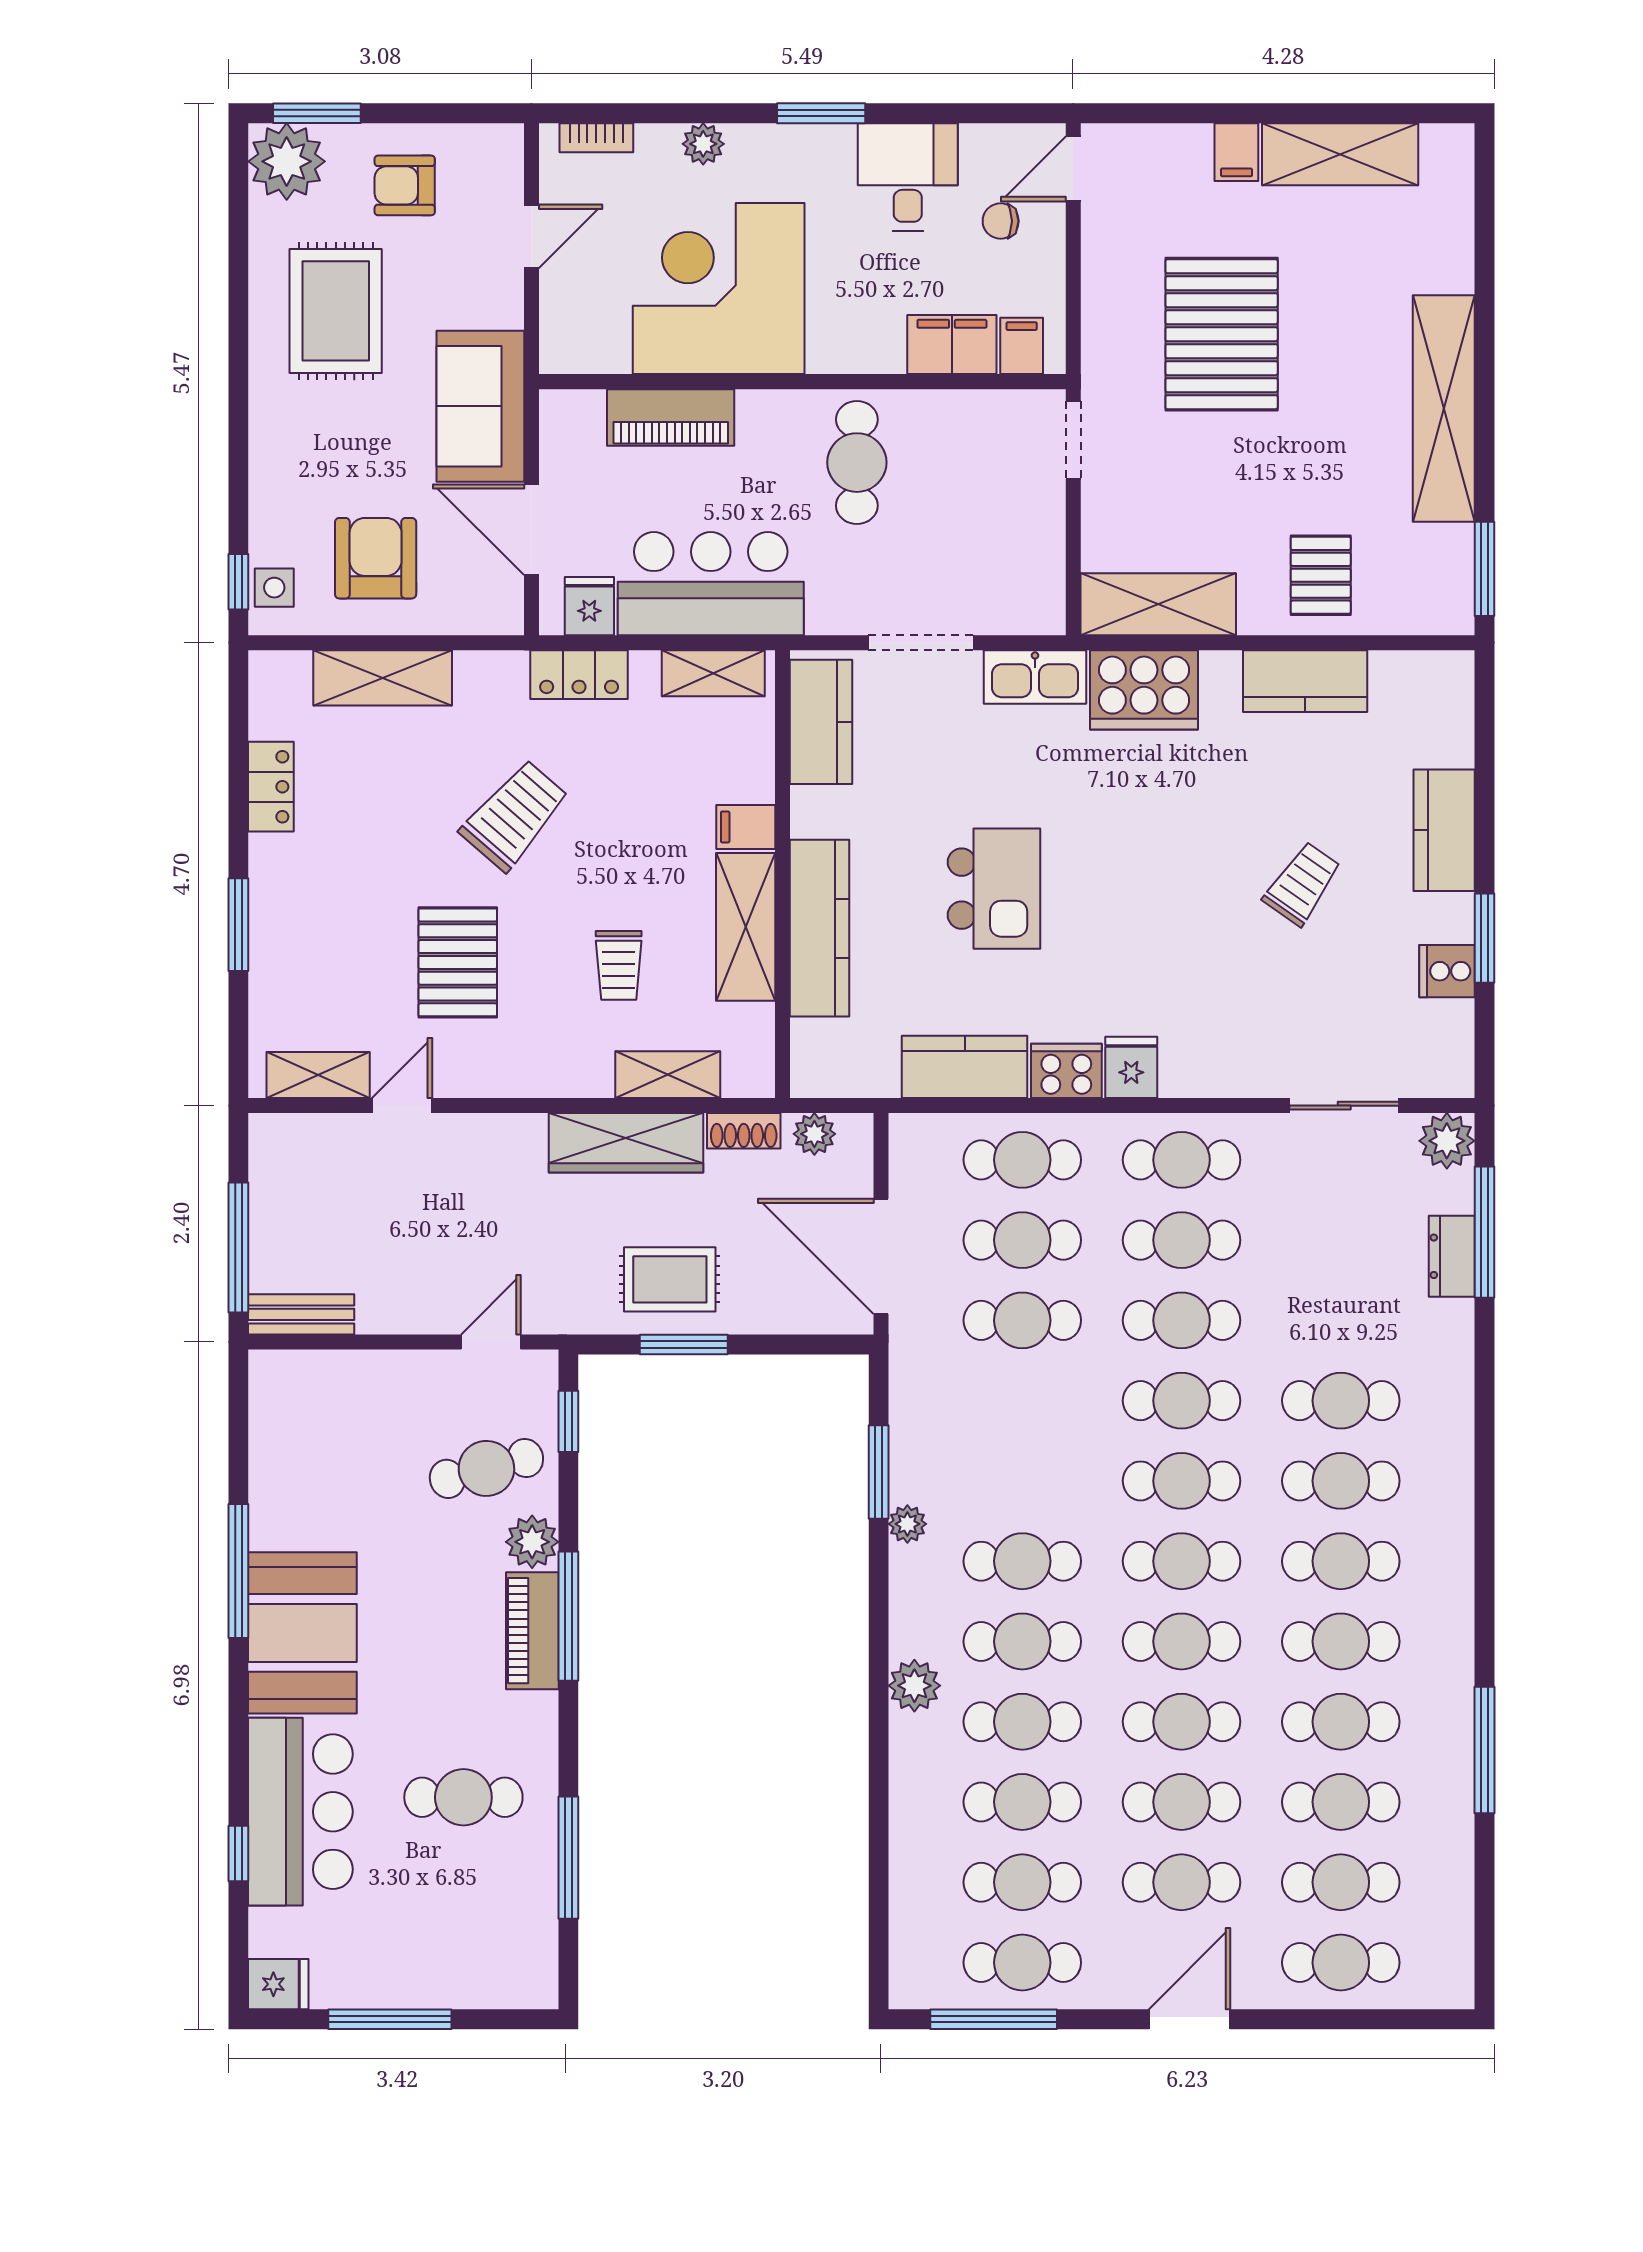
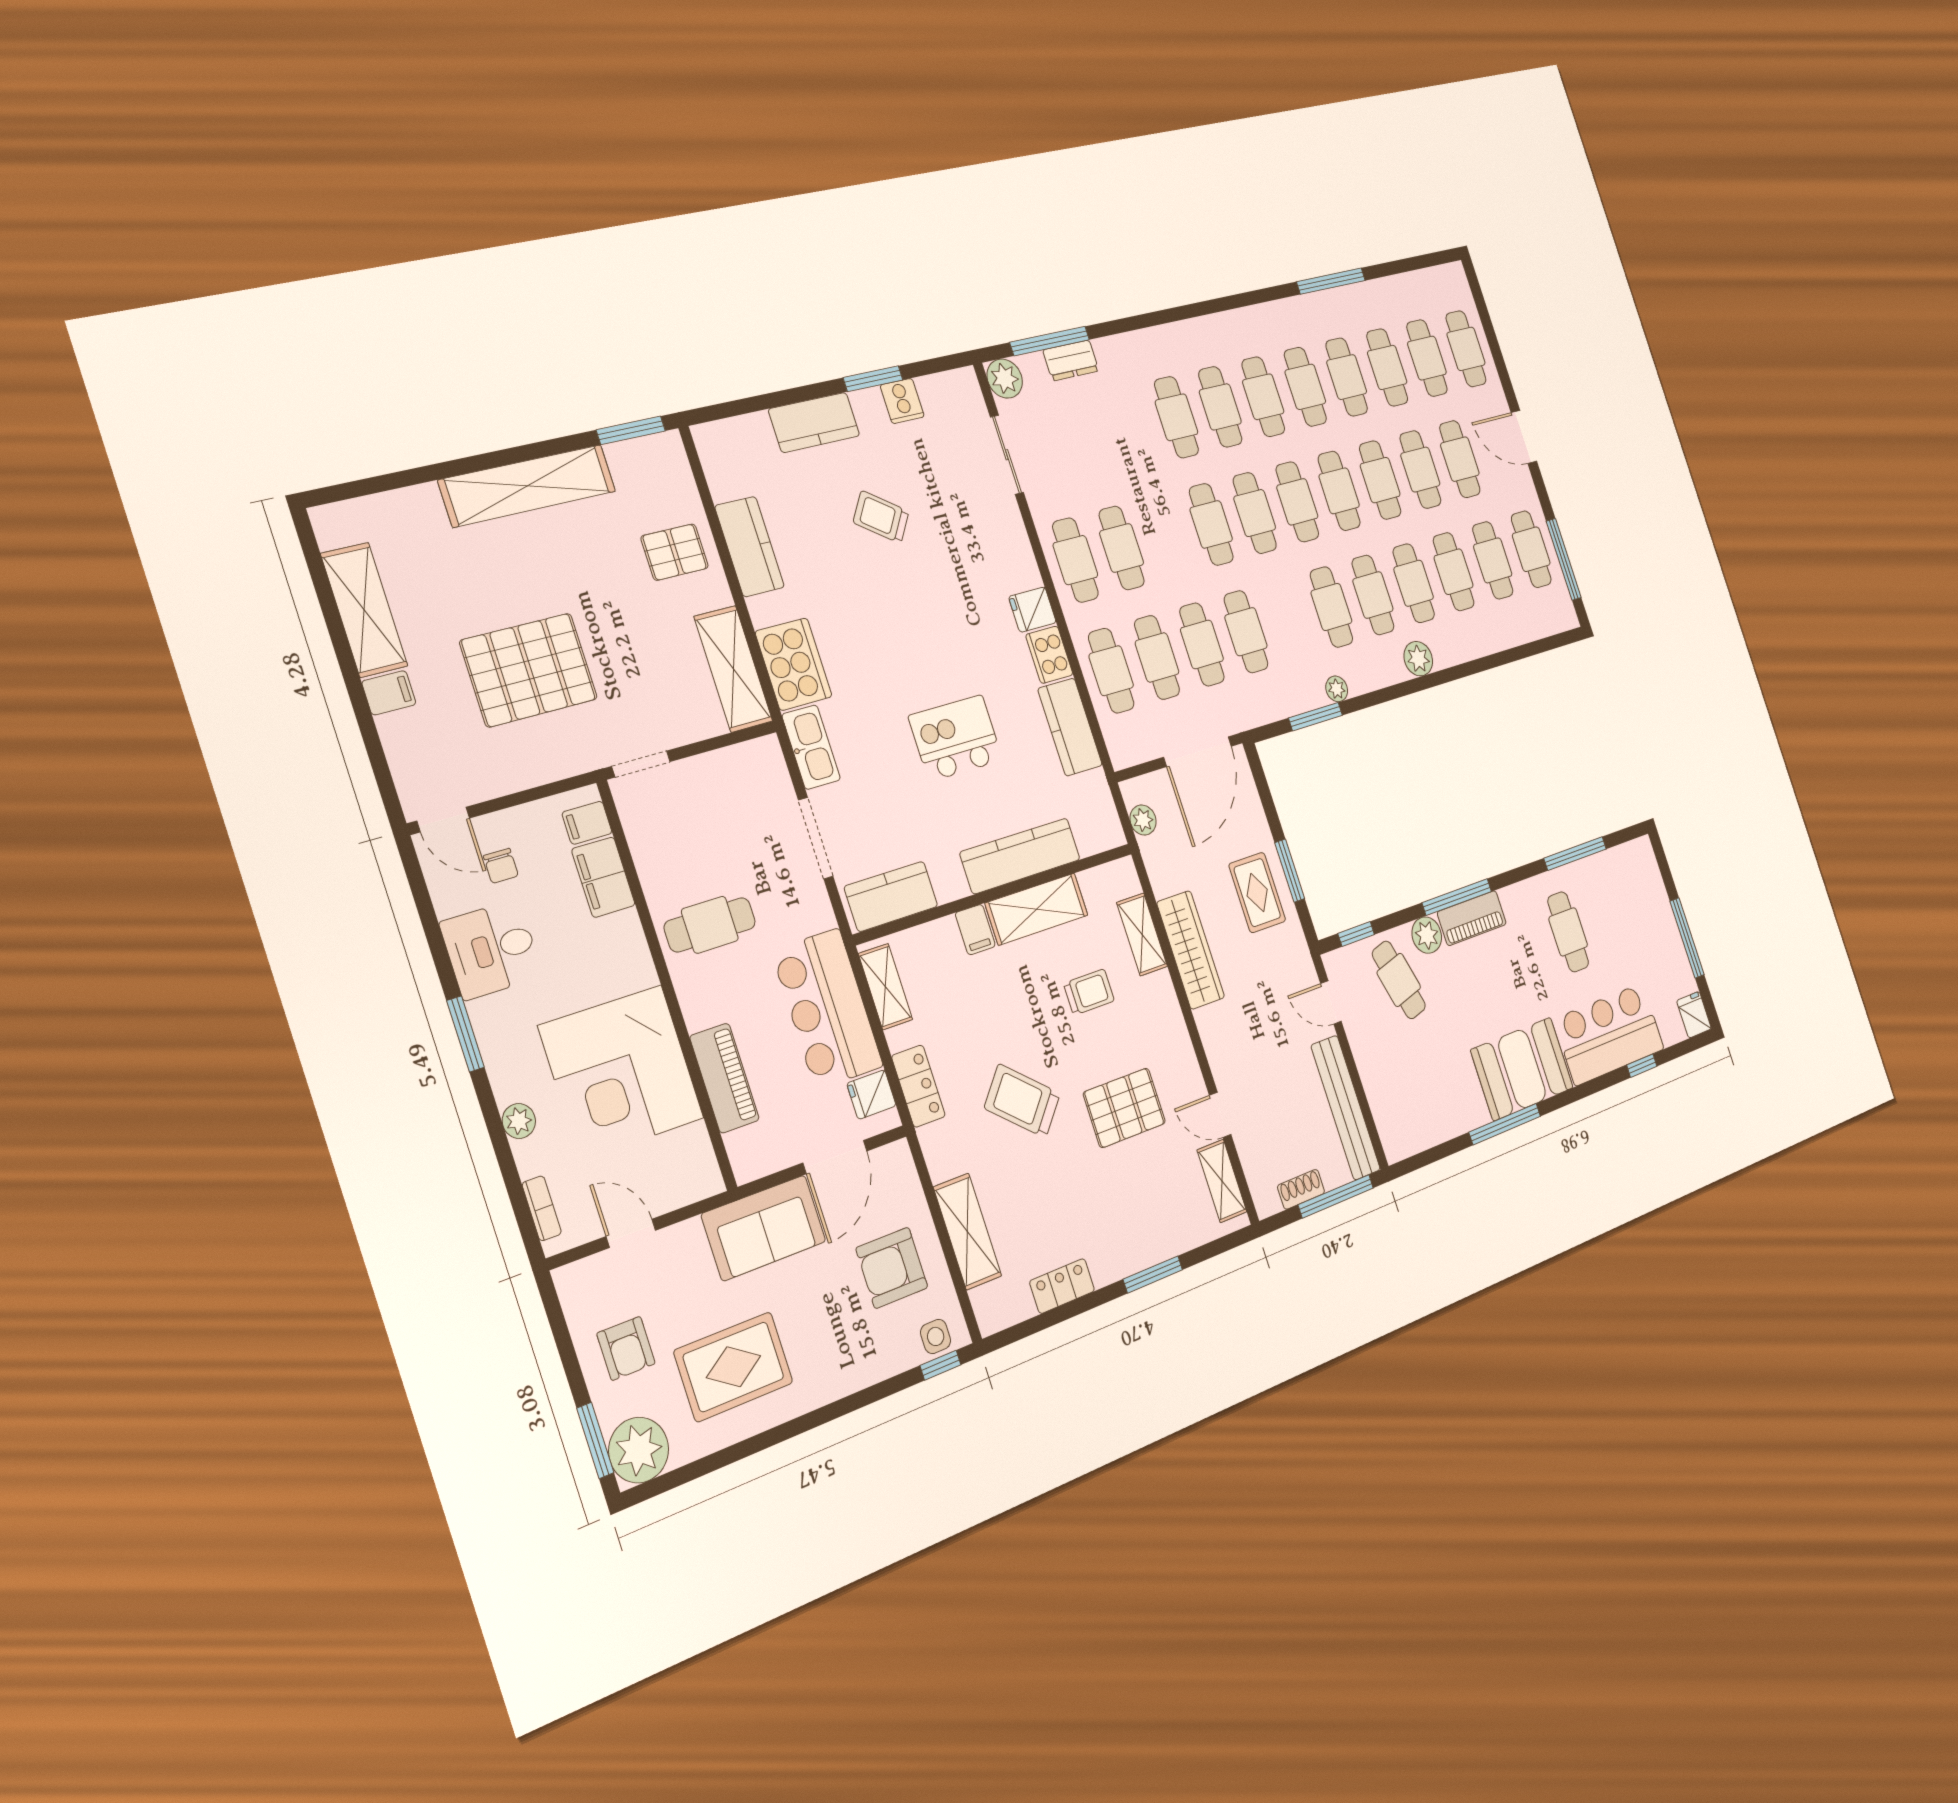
shoe rack: (744, 1131) -> (1301, 1189), moved, turned -90
bench: (301, 1314) -> (1346, 1108), width x1.86, depth x1.21
cafe table: (1182, 1320) -> (1246, 632), moved

